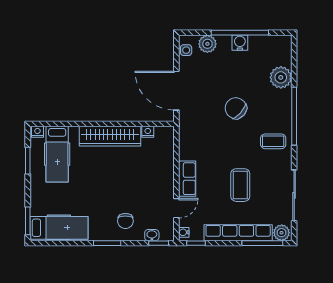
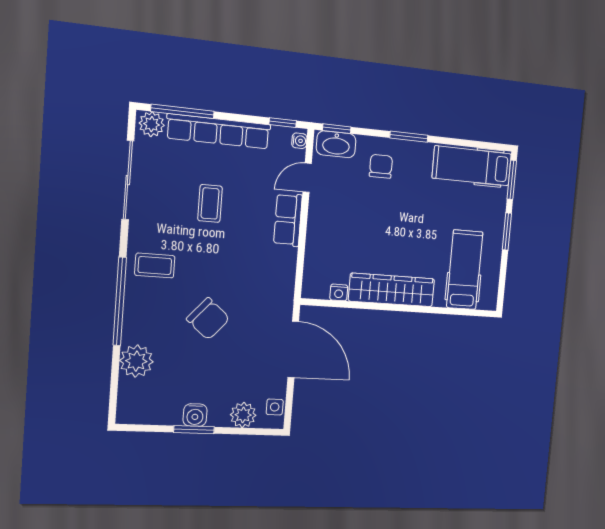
window: (240, 33) -> (194, 430), width x0.47
nightstand: (37, 132) -> (487, 303), removed
window: (28, 161) -> (507, 231), moved
coffee table: (240, 185) -> (210, 203), width x0.73, depth x0.77
washbasin: (152, 235) -> (336, 144), width x1.91, depth x1.45

